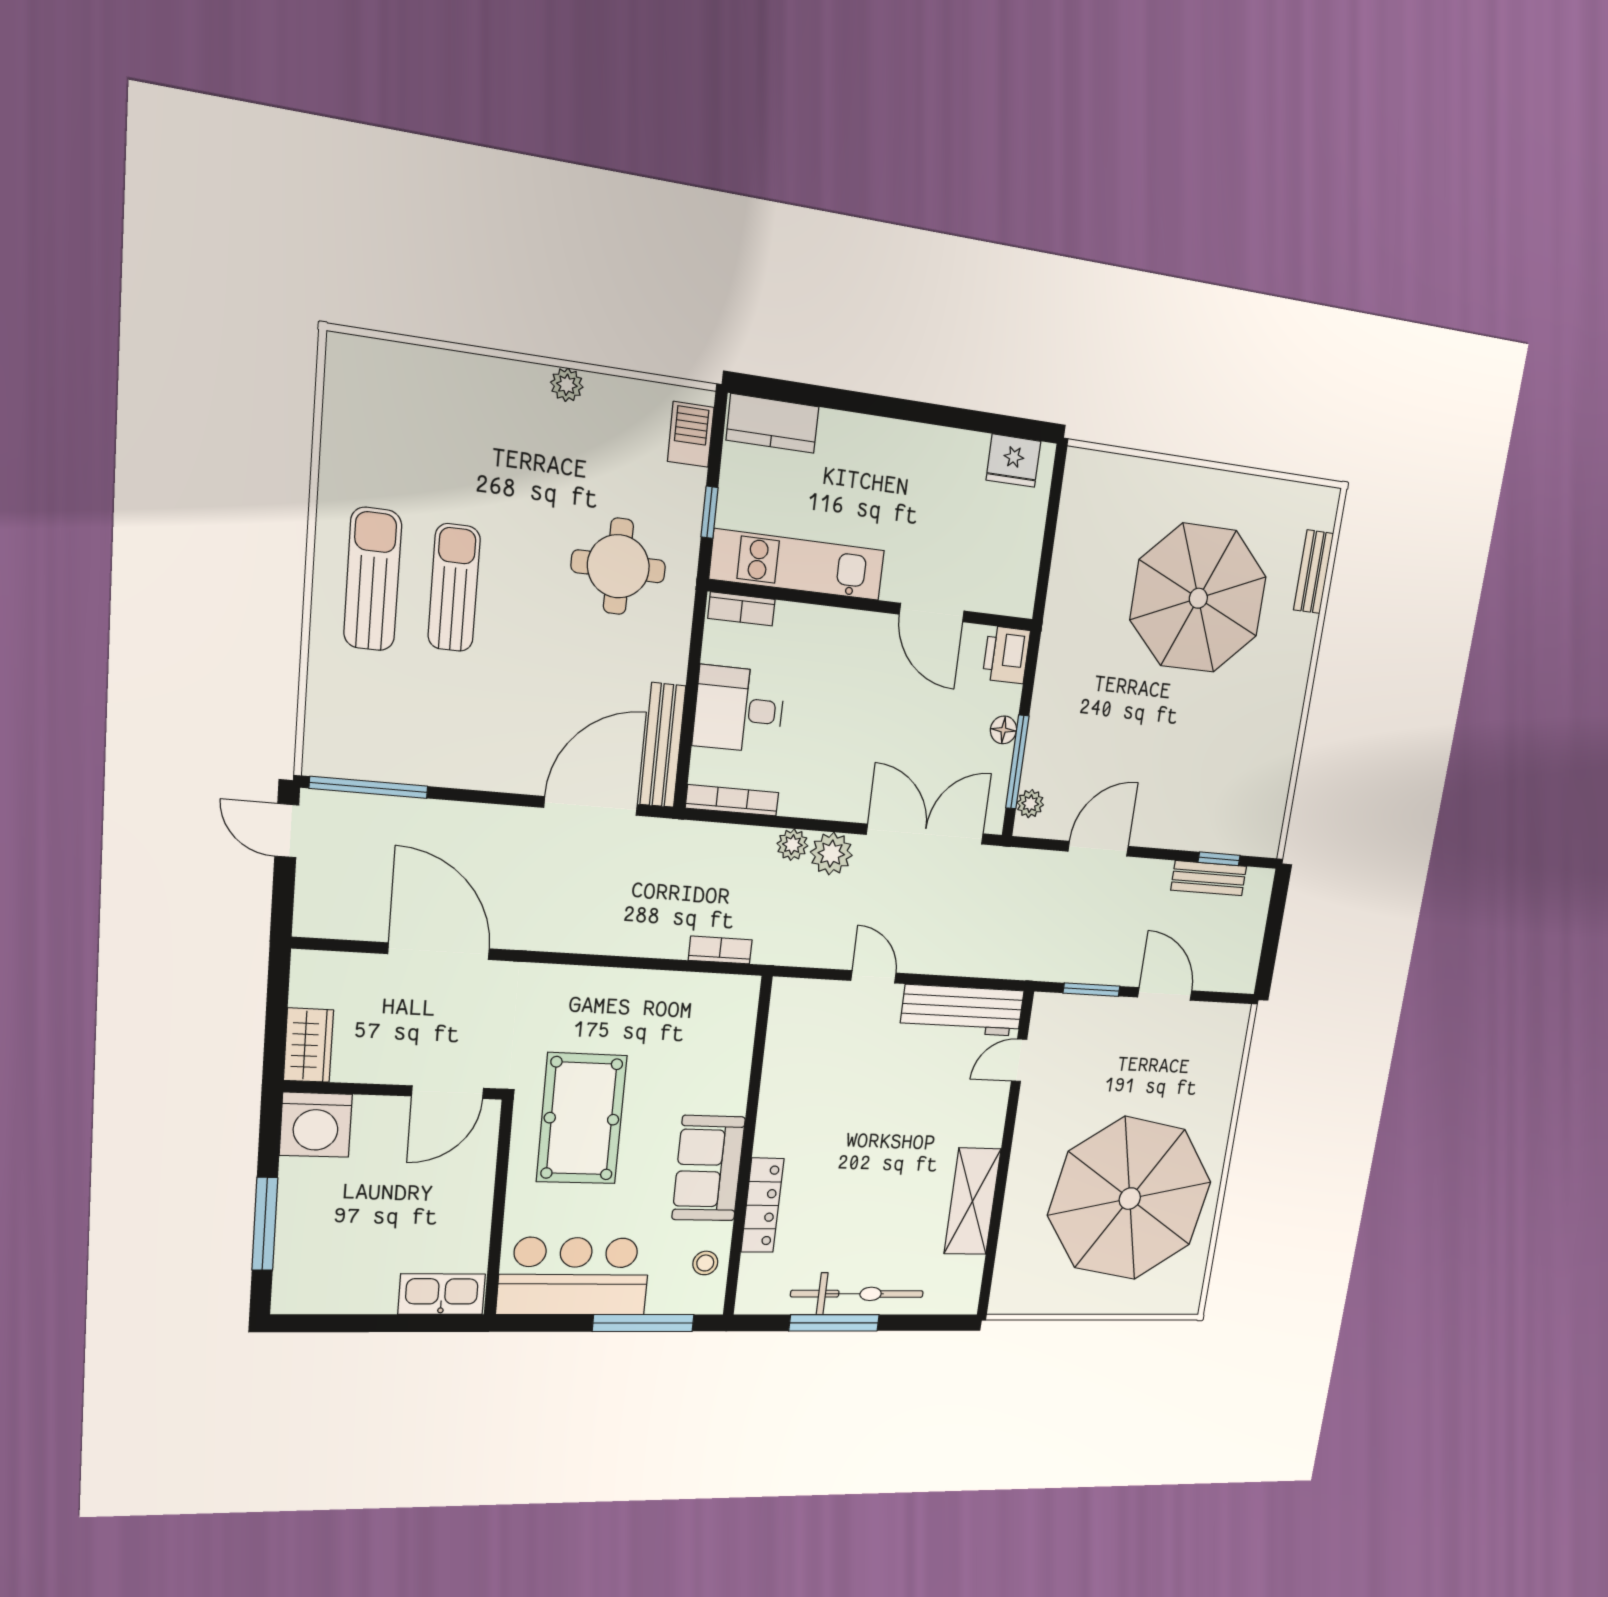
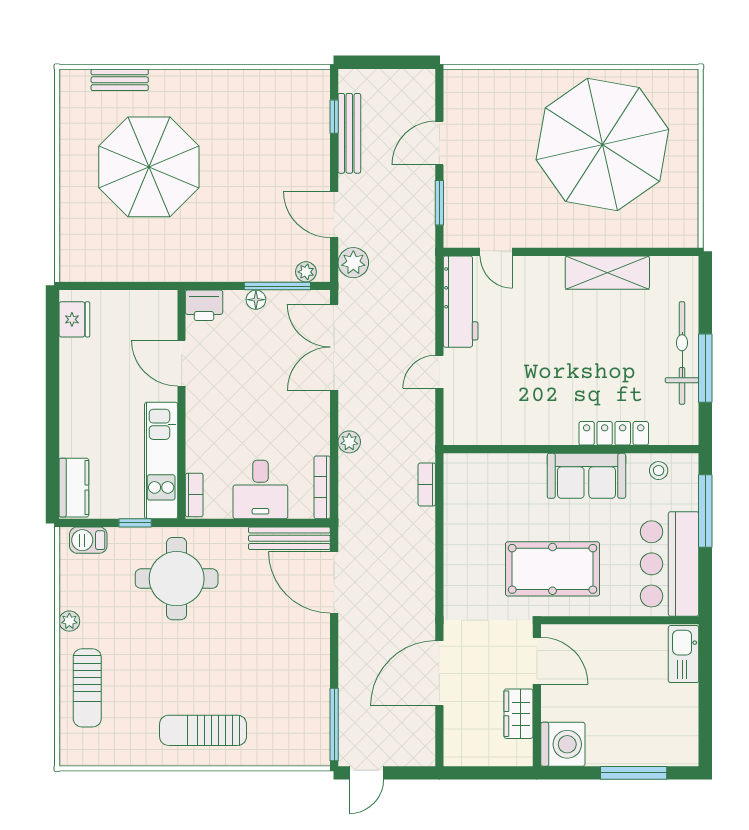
round table: (618, 566) -> (177, 579), width x1.36, depth x1.36
sun lounger: (454, 588) -> (87, 688), moved, turned -90
door: (932, 613) -> (182, 363), swing flipped
plant: (831, 854) -> (353, 263), moved
bench: (1209, 878) -> (349, 133), width x1.36
wardrobe: (308, 1045) -> (518, 714), moved, turned -90

